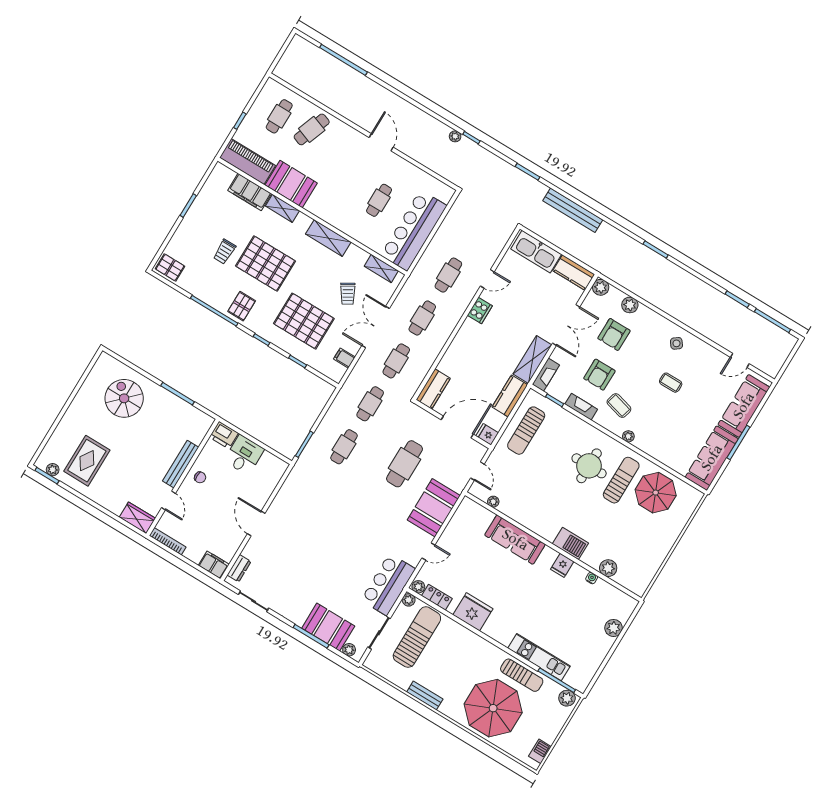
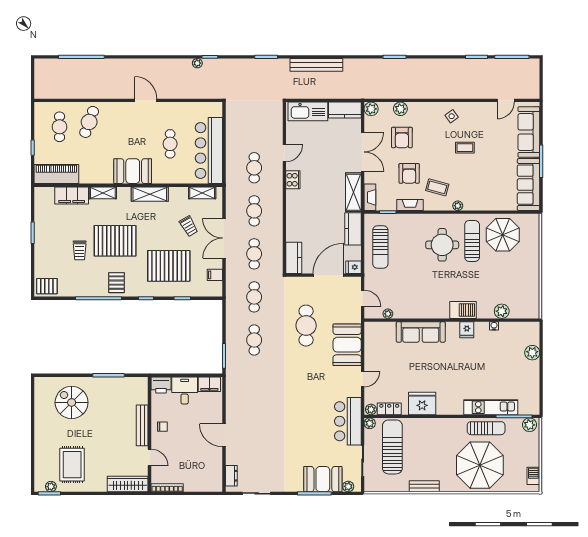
booth: (291, 184) -> (133, 171), moved
wardrobe: (137, 518) -> (128, 484), width x1.50
filing cabinet: (214, 565) -> (209, 384), moved, turned 180

